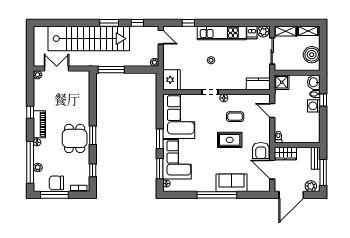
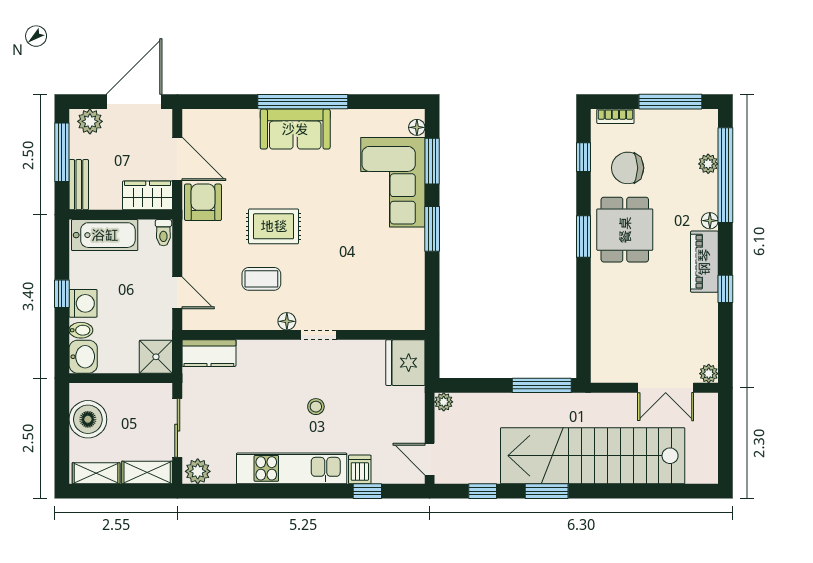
dishwasher: (252, 32) -> (360, 469), moved
window: (323, 100) -> (62, 294), moved
corner sofa: (179, 116) -> (389, 280), removed
bathtub: (304, 136) -> (105, 235), added
chair: (56, 183) -> (628, 168), moved, turned 180
sofa: (232, 183) -> (295, 129), moved

